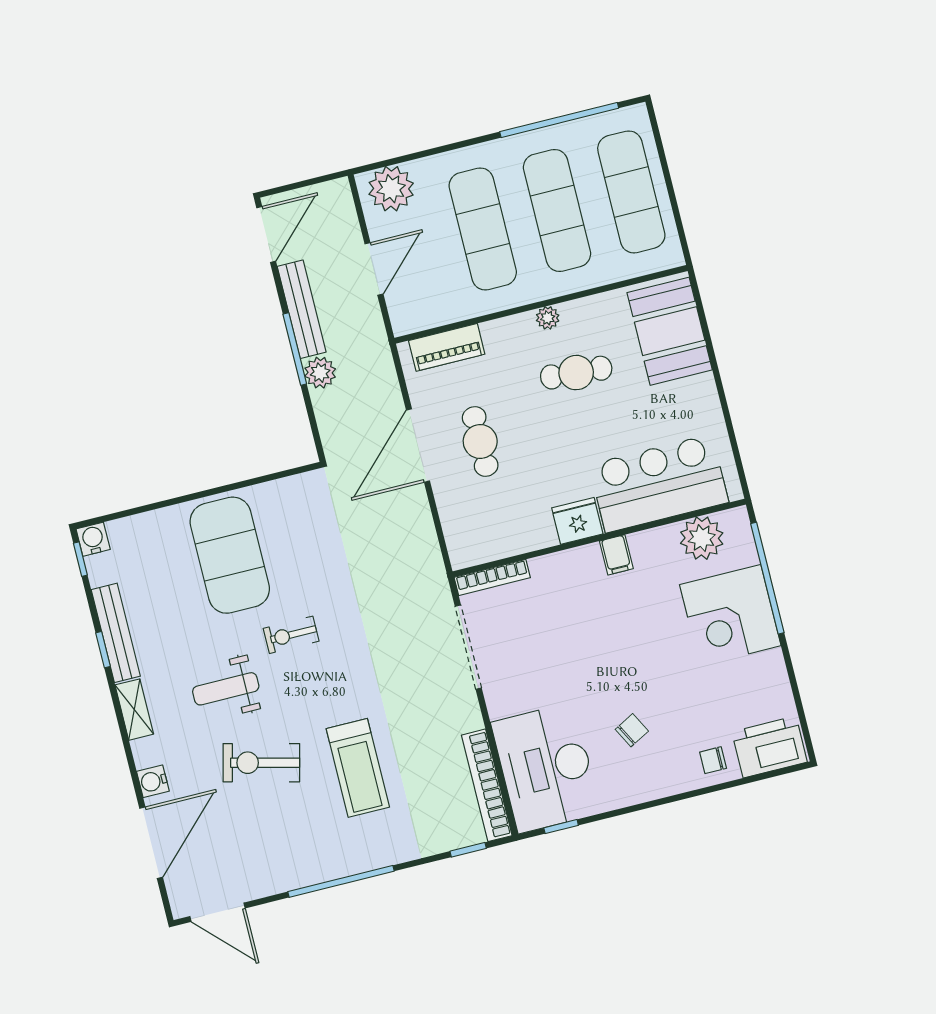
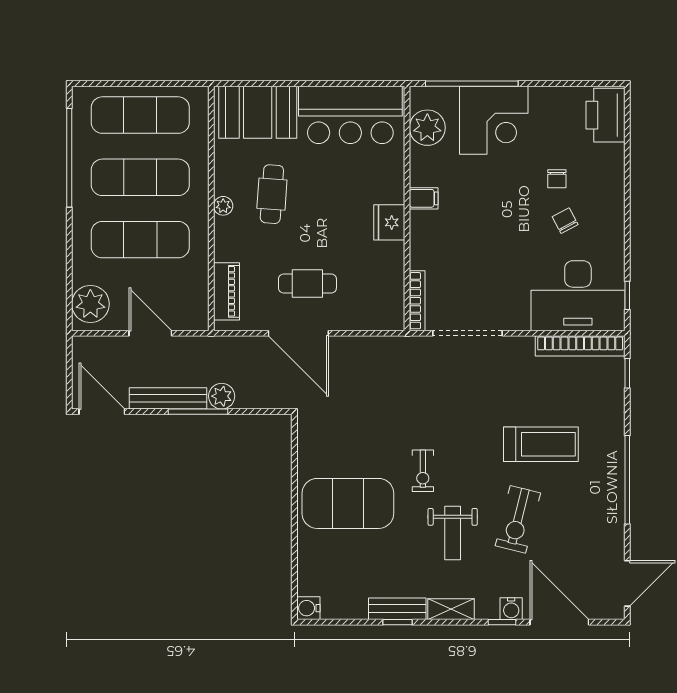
bar counter: (659, 484) -> (350, 115), moved, turned -90
window: (80, 559) -> (502, 622), moved
bench: (116, 633) -> (397, 609), width x0.73
chair: (713, 760) -> (557, 179), moved

